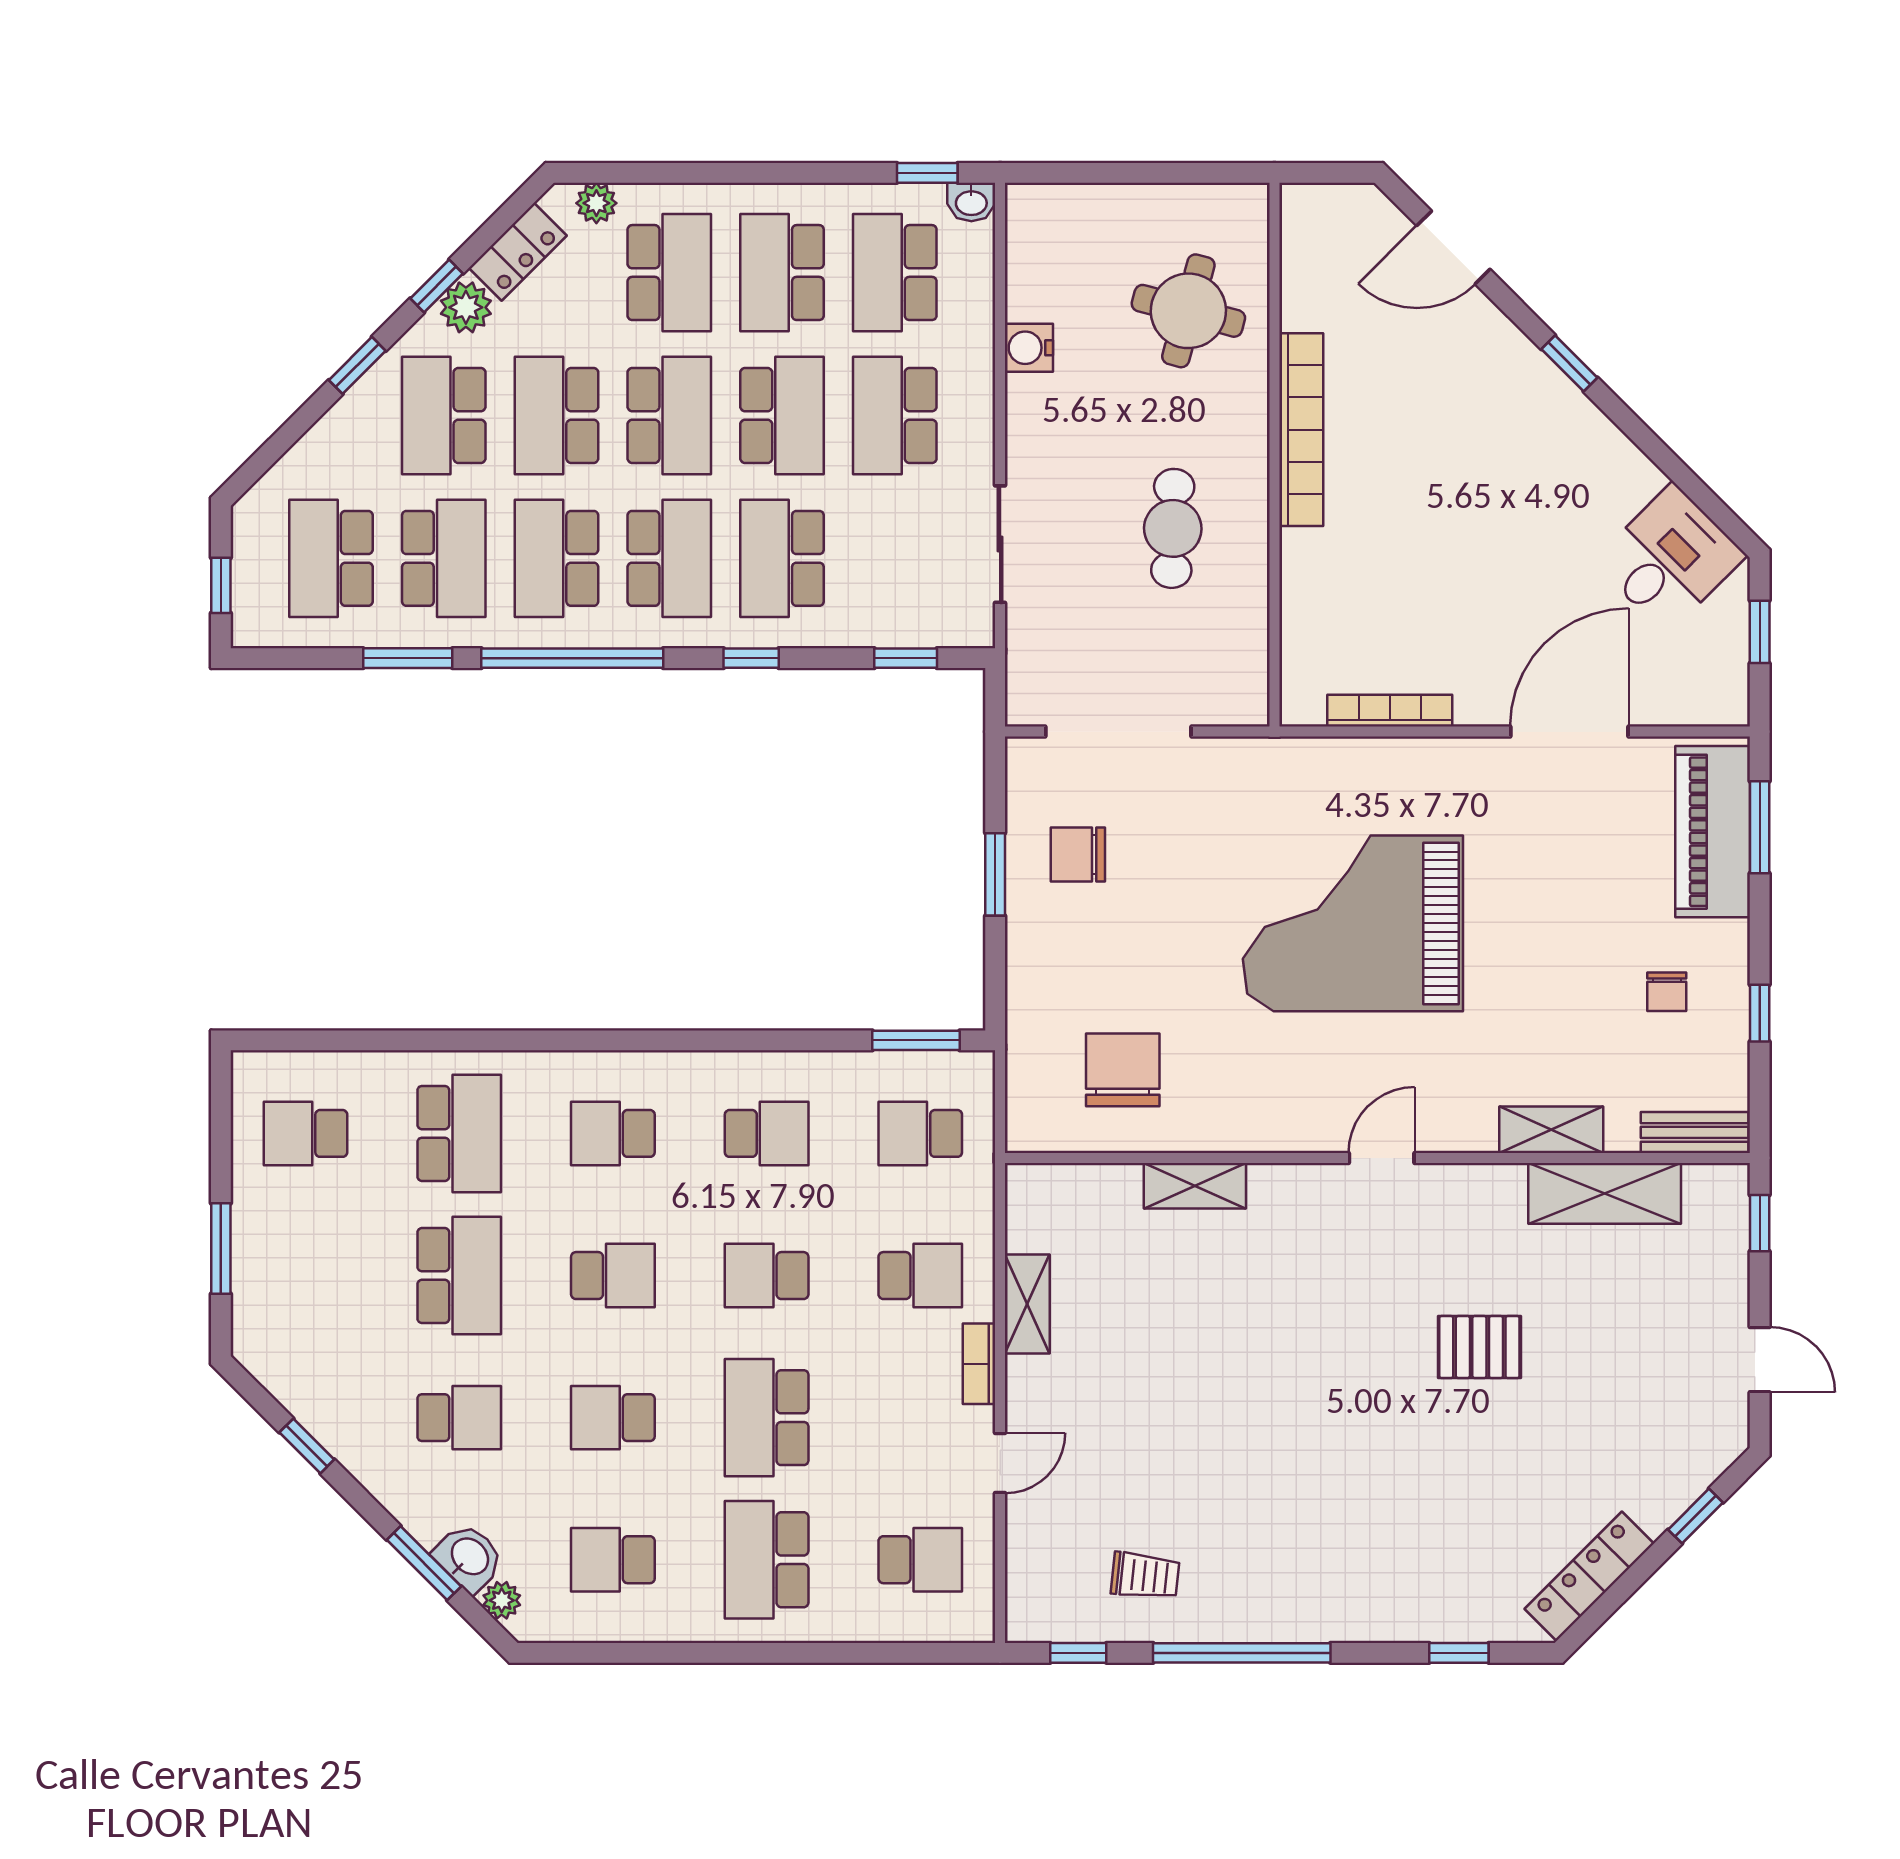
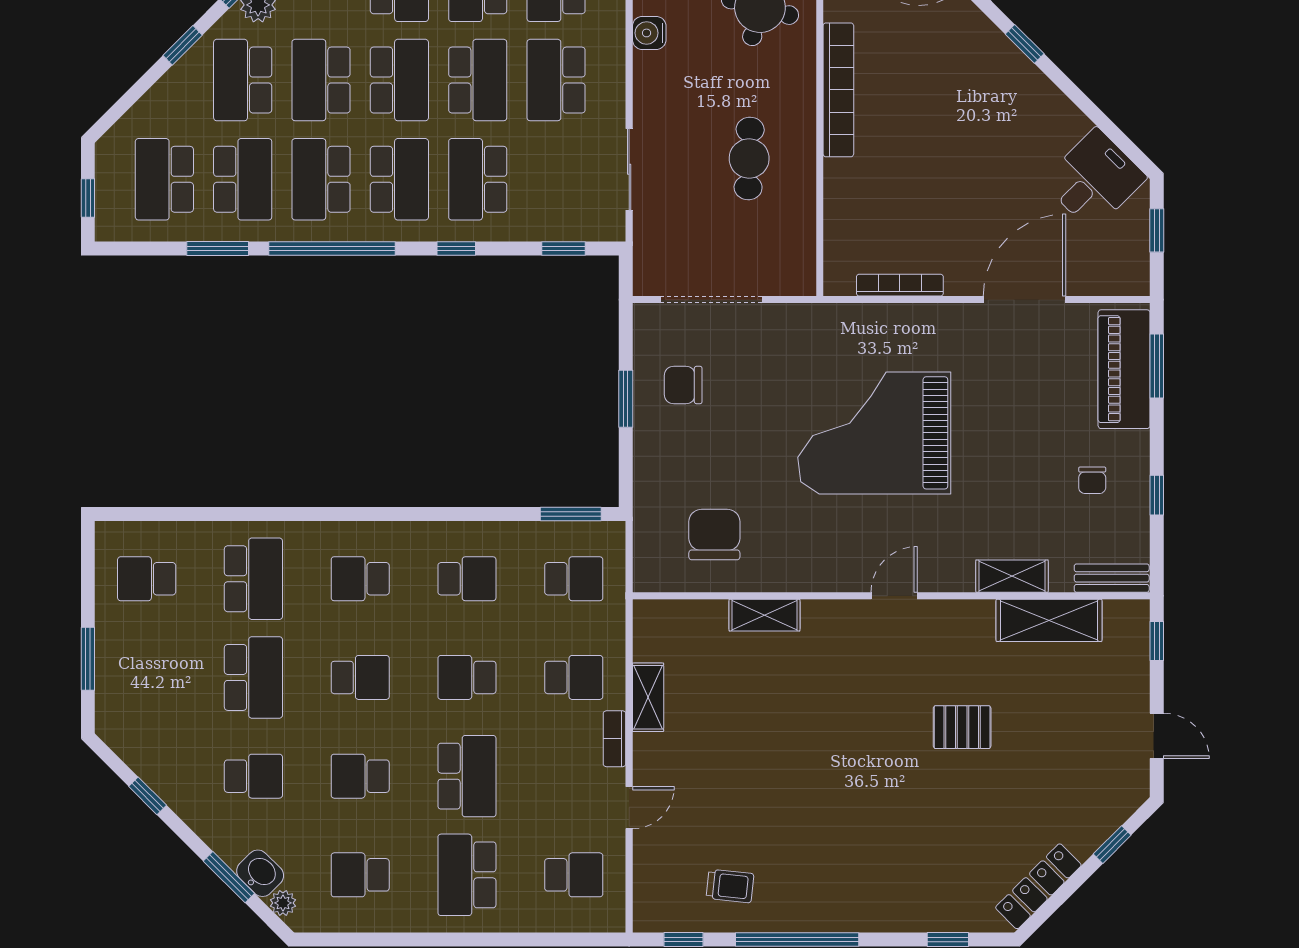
school desk: (920, 1133) -> (574, 579), turned 180
school desk: (767, 1418) -> (467, 776), turned 180

